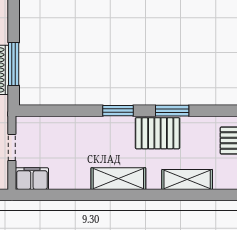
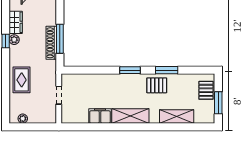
pallet: (157, 133) -> (157, 85), width x0.67, depth x0.71
filing cabinet: (32, 179) -> (100, 116), moved

